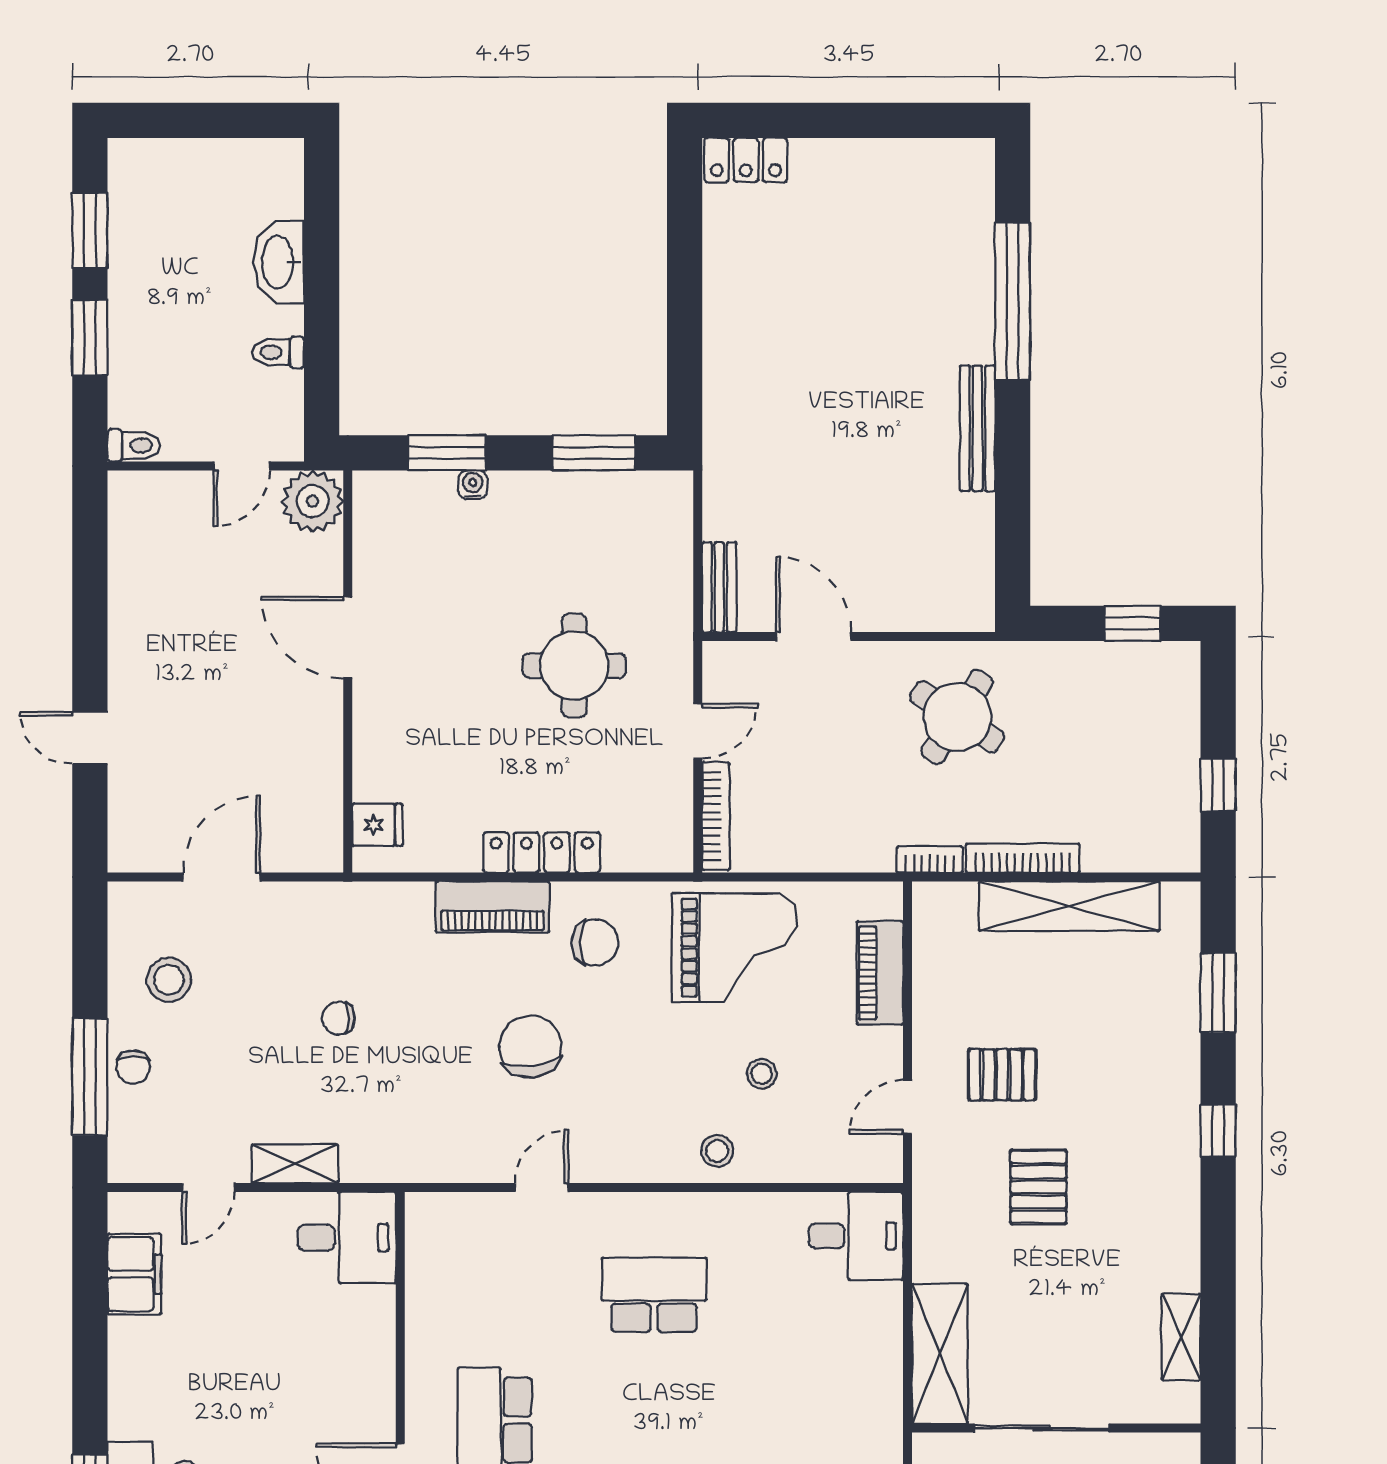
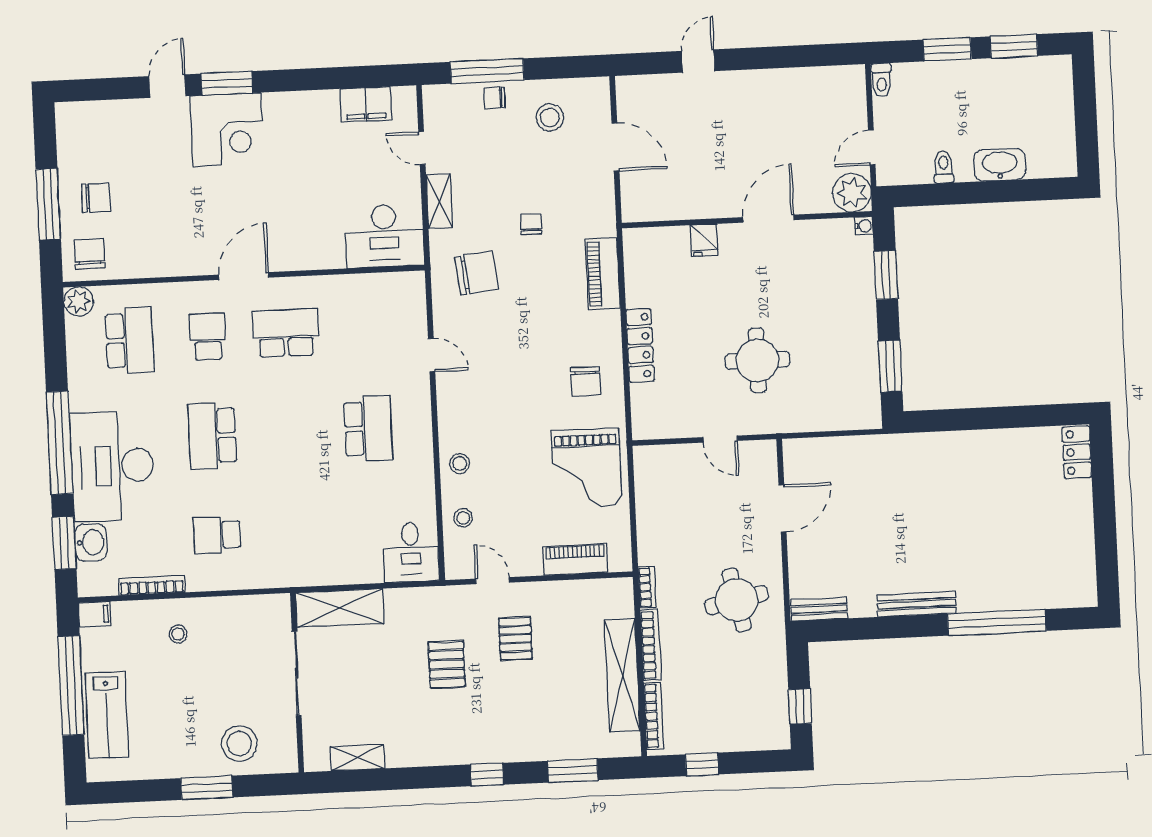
door: (242, 466) -> (872, 148), hinge flipped
water cooler: (473, 485) -> (864, 226), moved
bench: (719, 587) -> (819, 609), moved
round table: (957, 717) -> (737, 600), turned 45
bookcase: (716, 816) -> (654, 716), moved, turned -90
fridge: (377, 825) -> (704, 240), moved
piano: (492, 907) -> (603, 274), moved
chair: (530, 1047) -> (477, 273), moved
stool: (762, 1074) -> (463, 518), moved
pallet: (1038, 1187) -> (447, 664), turned 90
desk: (347, 1238) -> (384, 236), width x1.37

